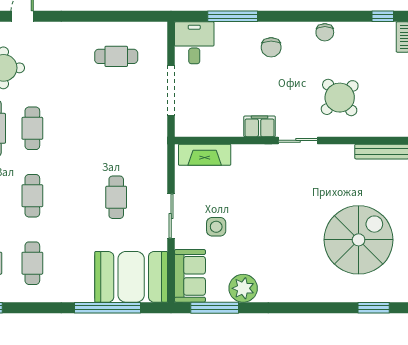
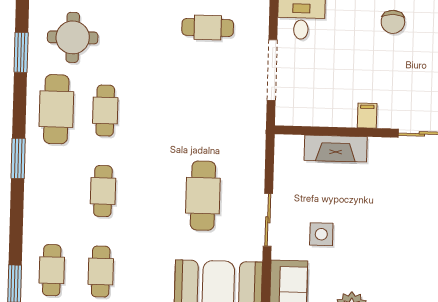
filing cabinet: (260, 126) -> (367, 116), width x0.50
fireplace: (205, 155) -> (336, 149), moved
cafe table: (116, 197) -> (203, 196), width x1.37, depth x1.35

